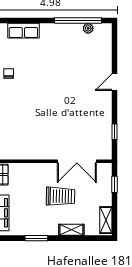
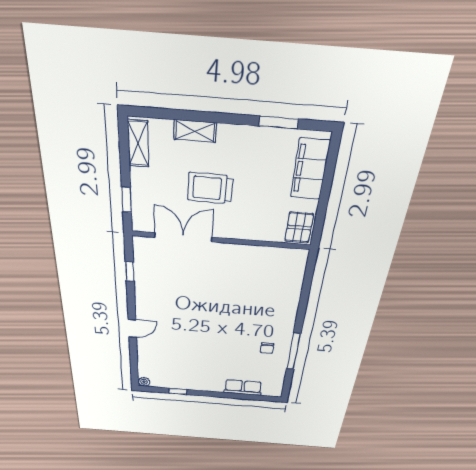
window: (78, 21) -> (178, 391), width x0.32
plant: (88, 28) -> (144, 382), moved
window: (36, 238) -> (279, 122), moved

